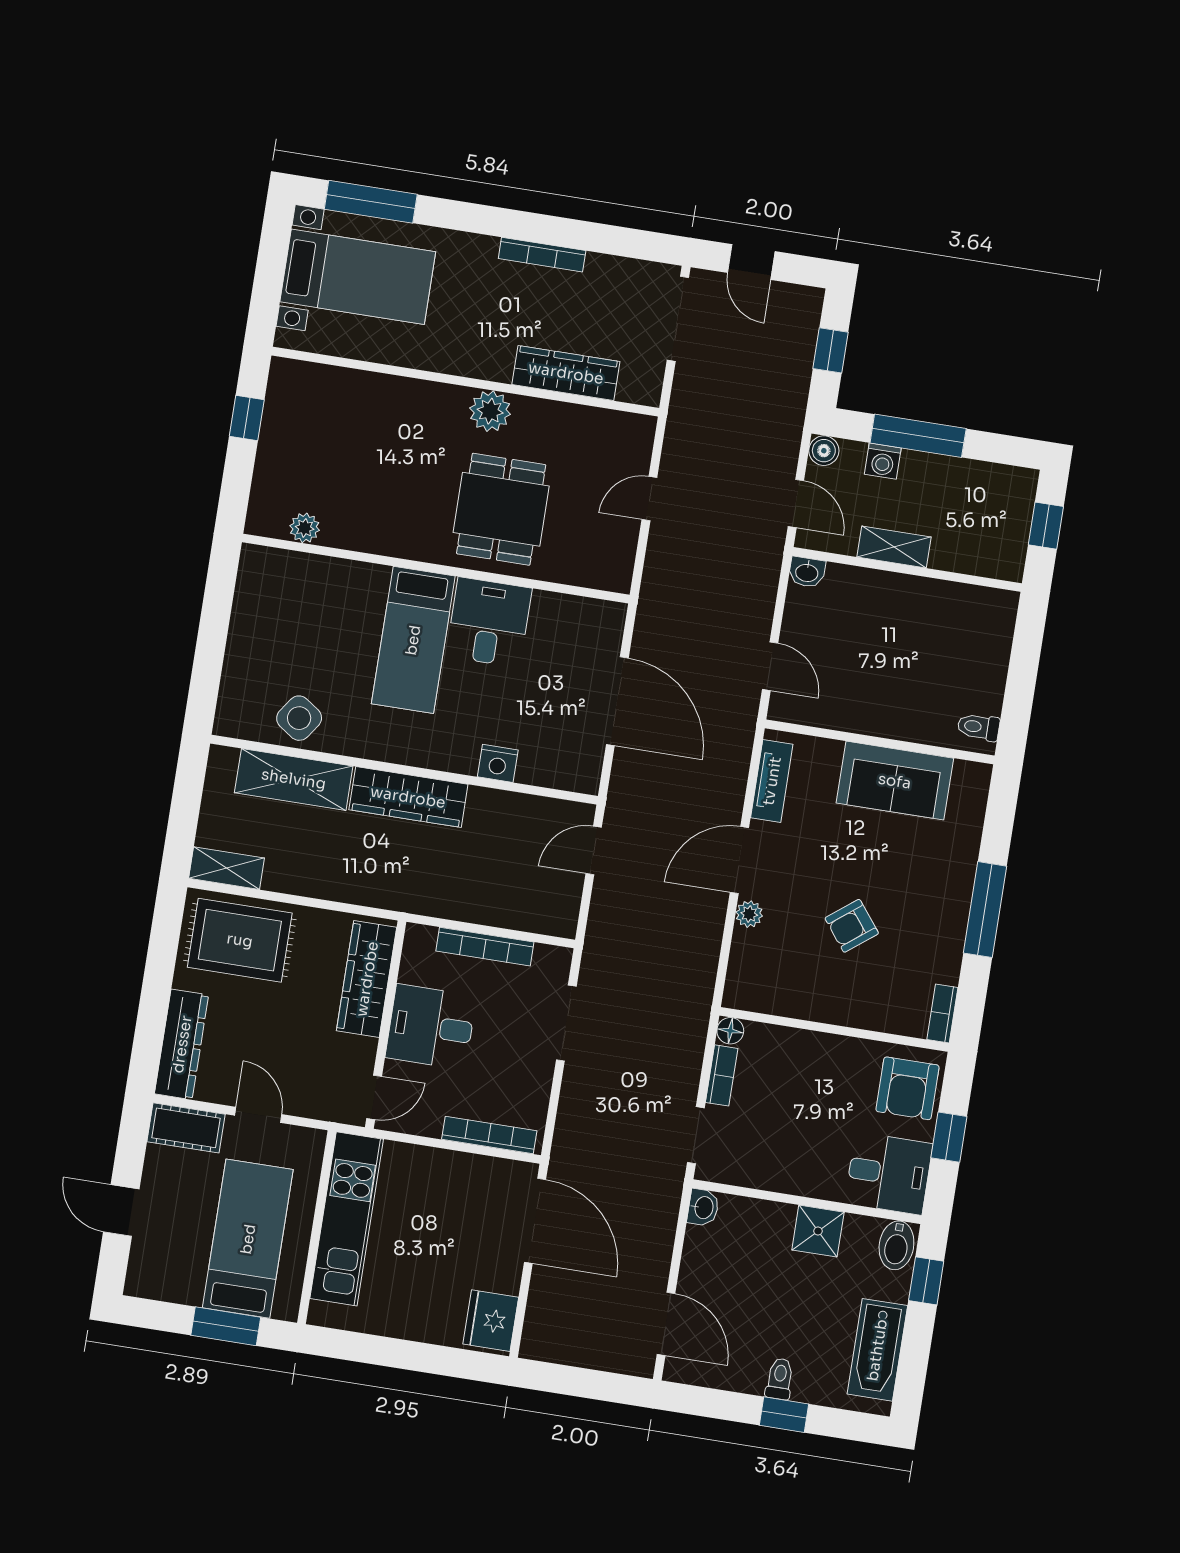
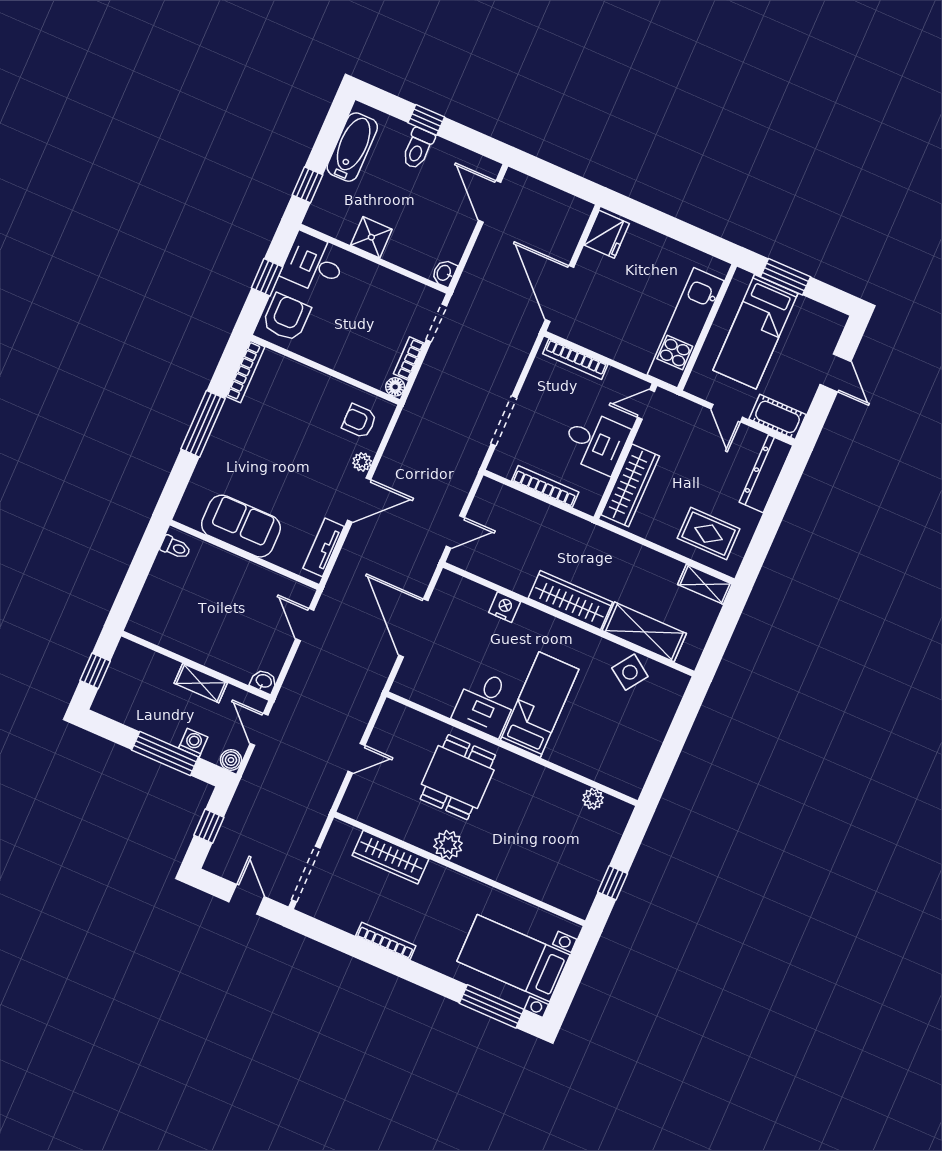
armchair: (852, 926) -> (359, 421), moved, turned -142
rug: (240, 940) -> (709, 534), width x0.73, depth x0.70
bookcase: (942, 1013) -> (245, 372), width x1.56
bidet: (896, 1245) -> (321, 214), removed
toilet: (780, 1379) -> (418, 148), width x1.37, depth x1.39

